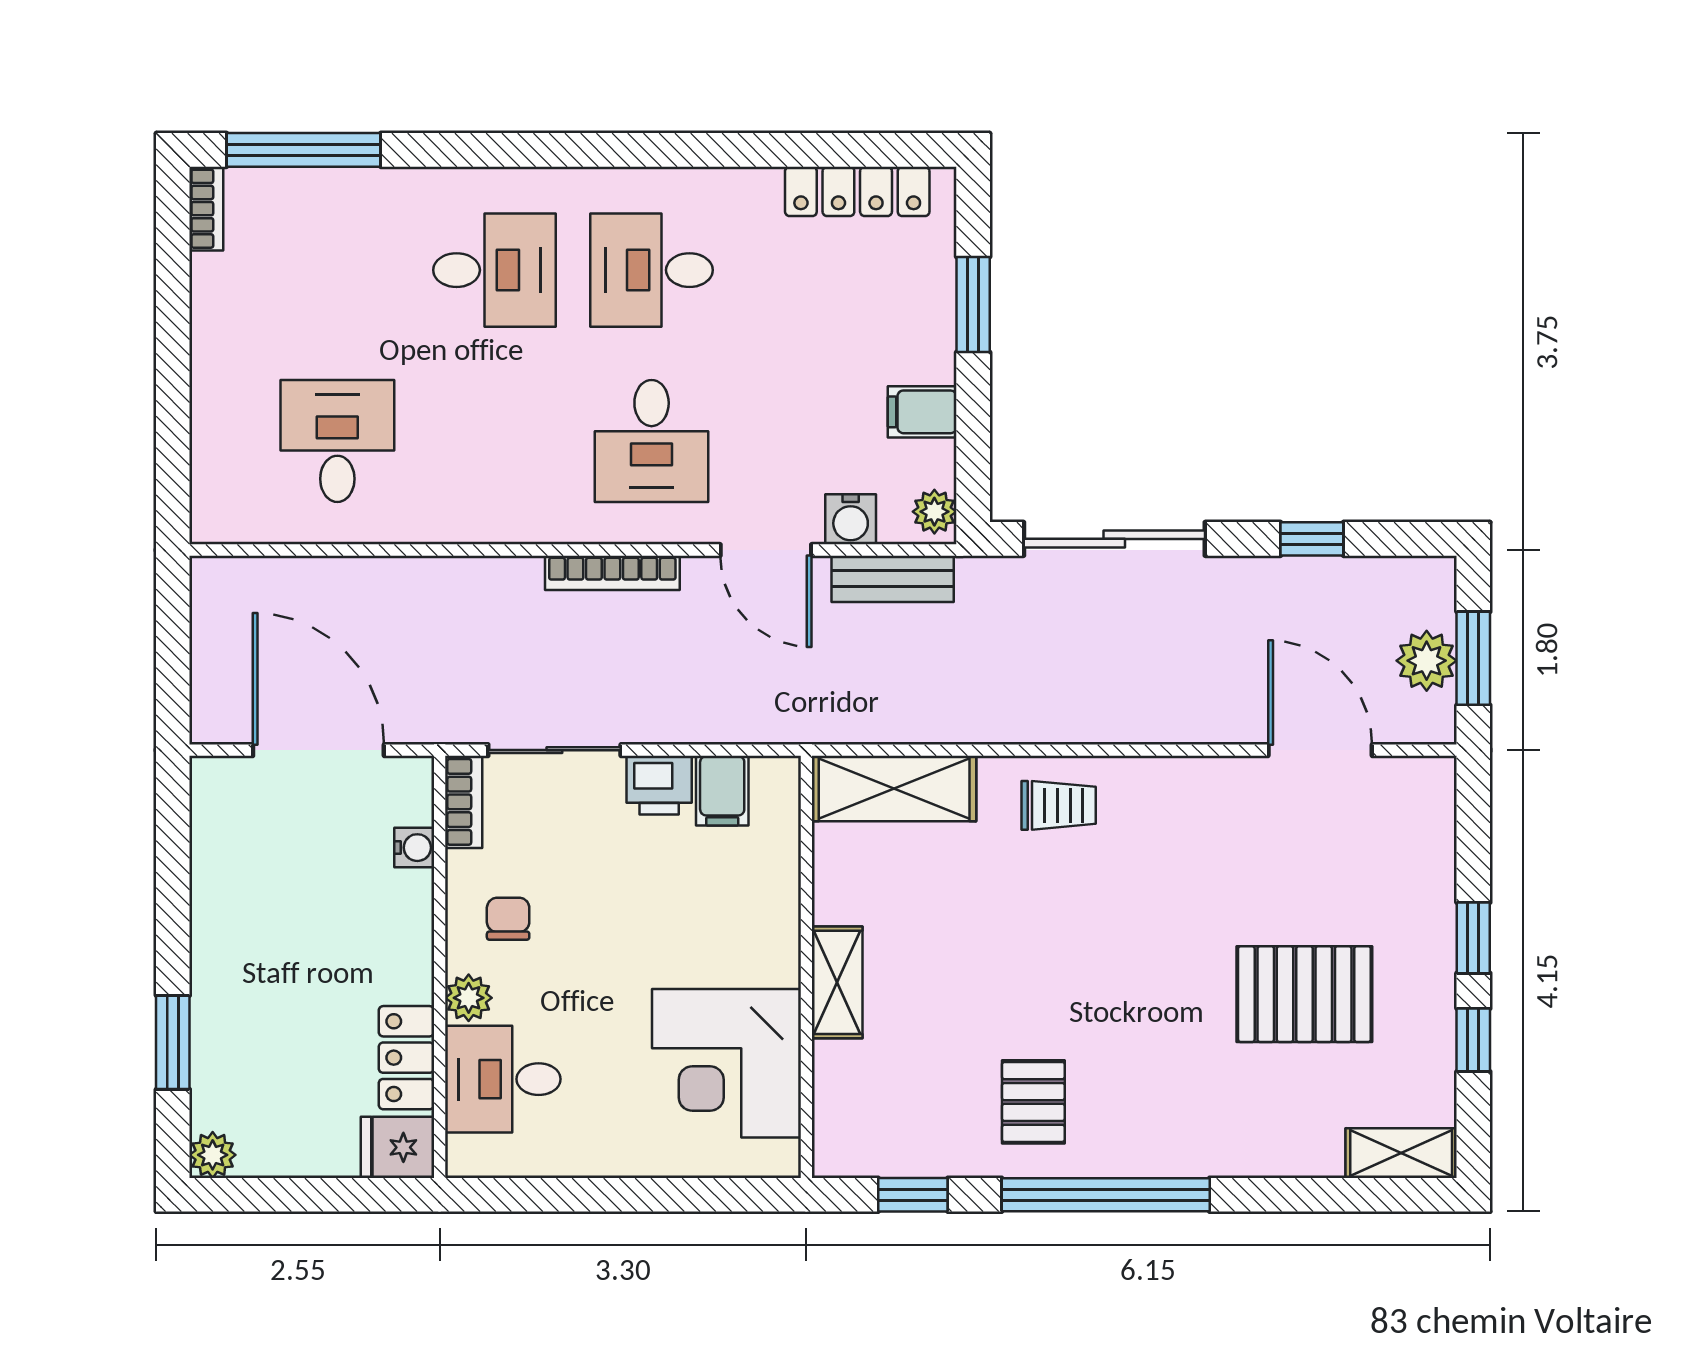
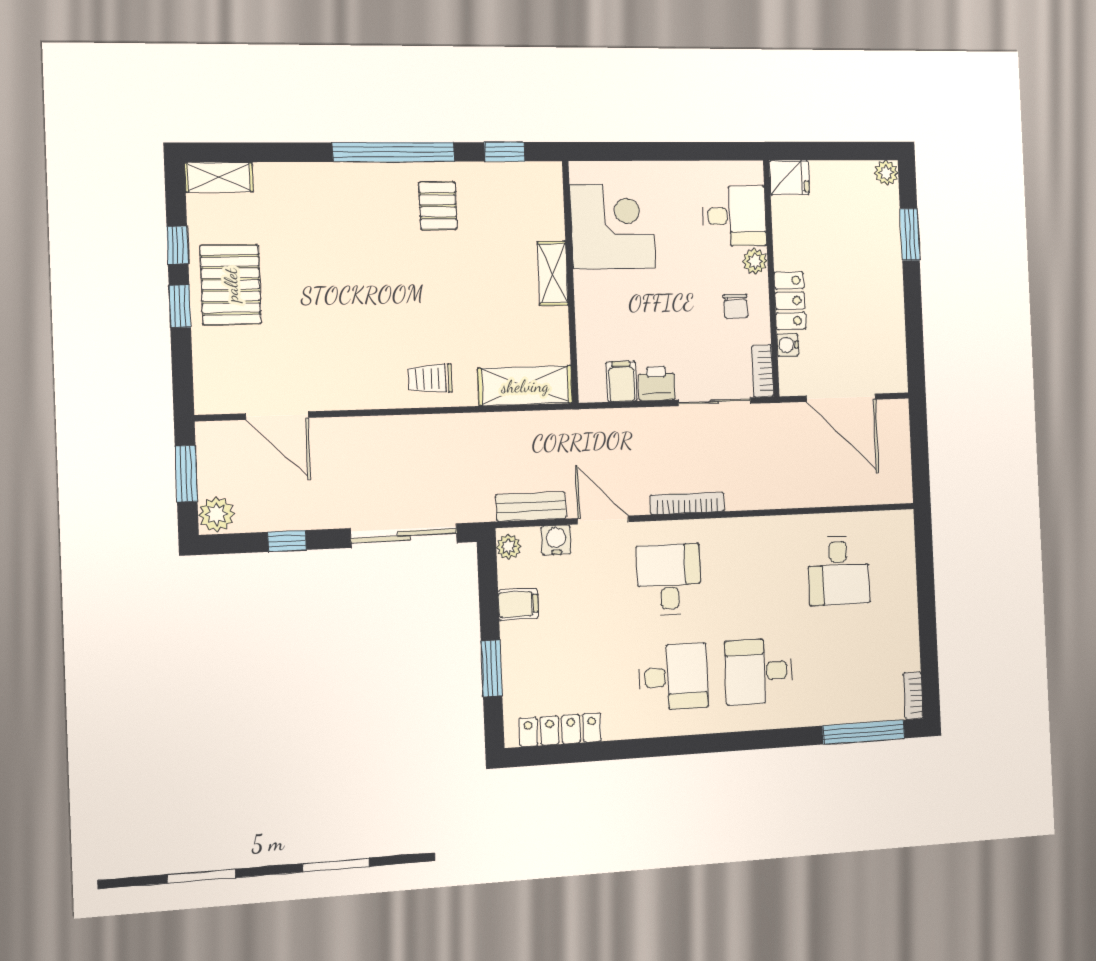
plant: (1427, 661) -> (216, 514), moved
pallet: (1304, 994) -> (231, 285), moved, turned 90
locker: (406, 1058) -> (790, 301), moved

